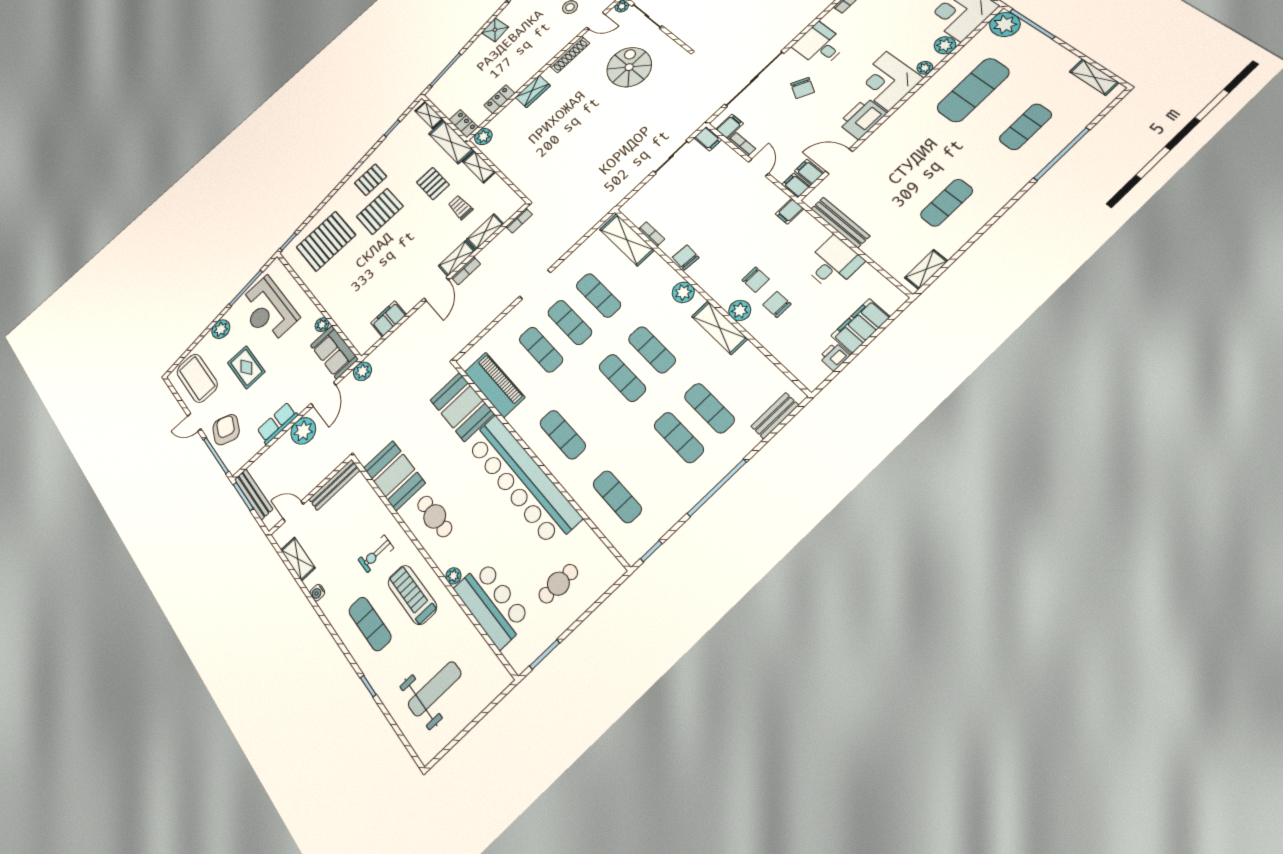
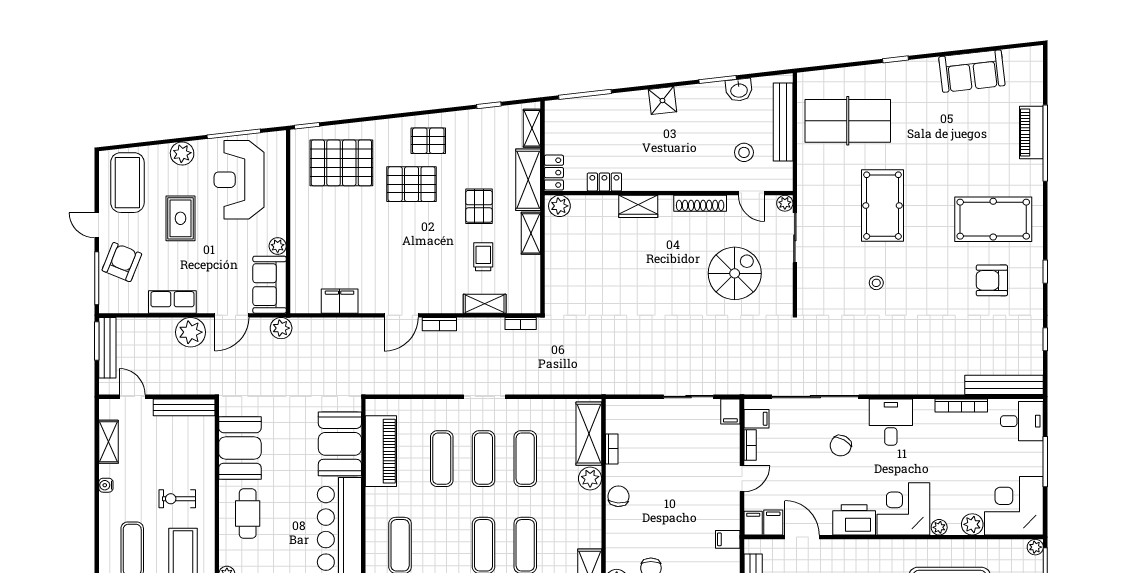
plant: (1005, 24) -> (1035, 547), width x0.53, depth x0.53
shelving: (457, 258) -> (441, 304), removed
plant: (683, 292) -> (590, 478), moved

